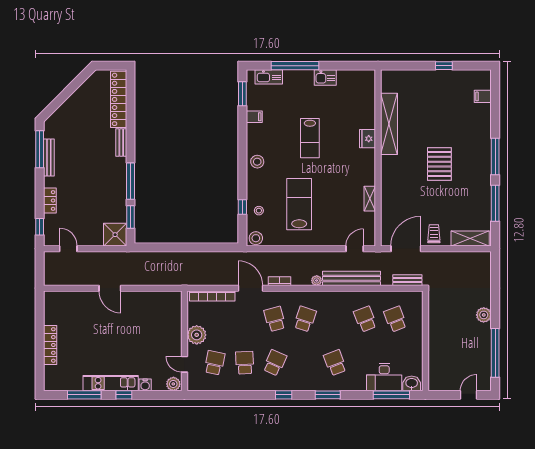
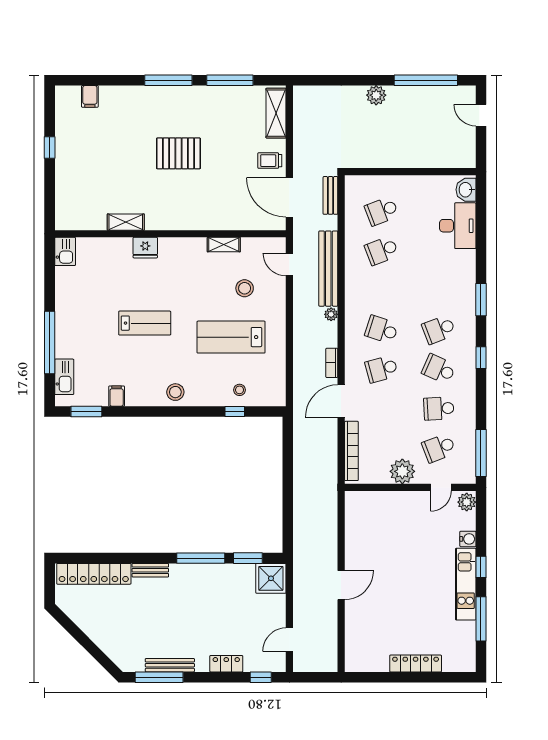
kitchen sink: (325, 78) -> (65, 251), moved
shelving: (389, 124) -> (126, 222), width x0.45, depth x0.75
stool: (256, 238) -> (245, 288), moved
school desk: (215, 363) -> (439, 448), turned -33
school desk: (335, 363) -> (439, 330), moved
window: (391, 395) -> (481, 453), moved

